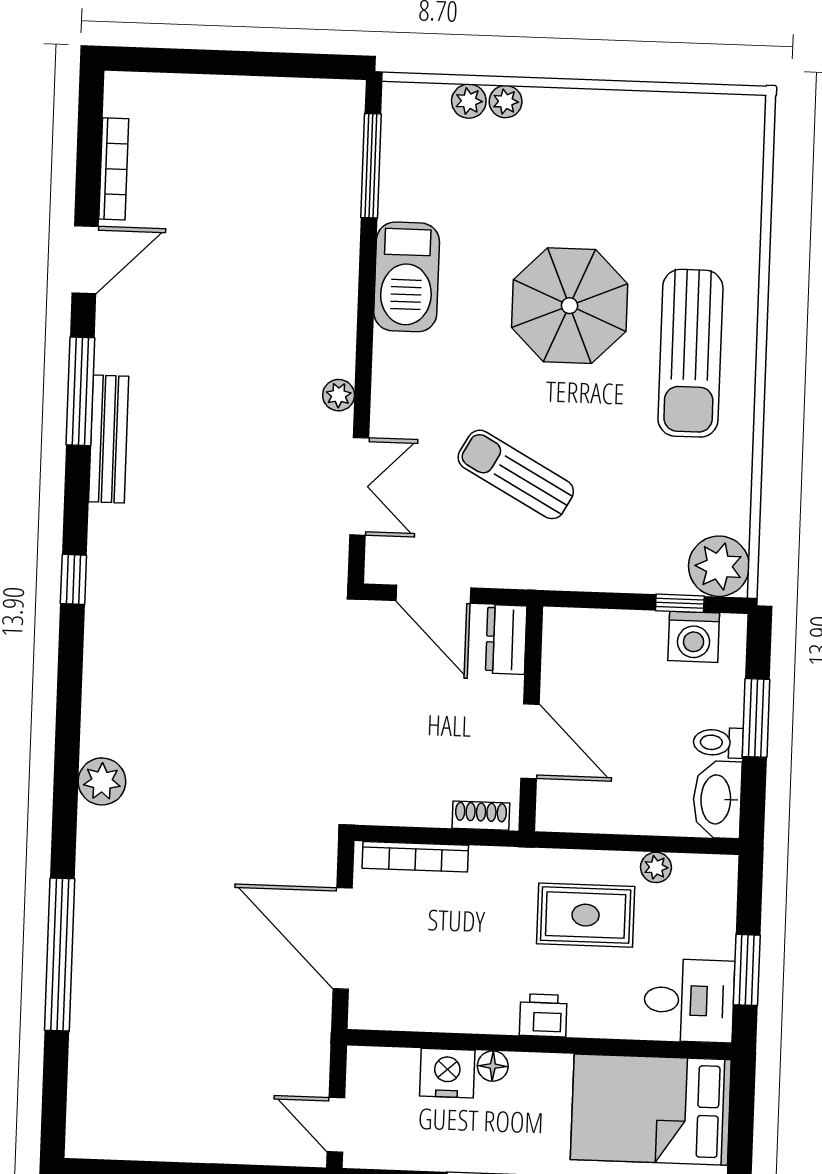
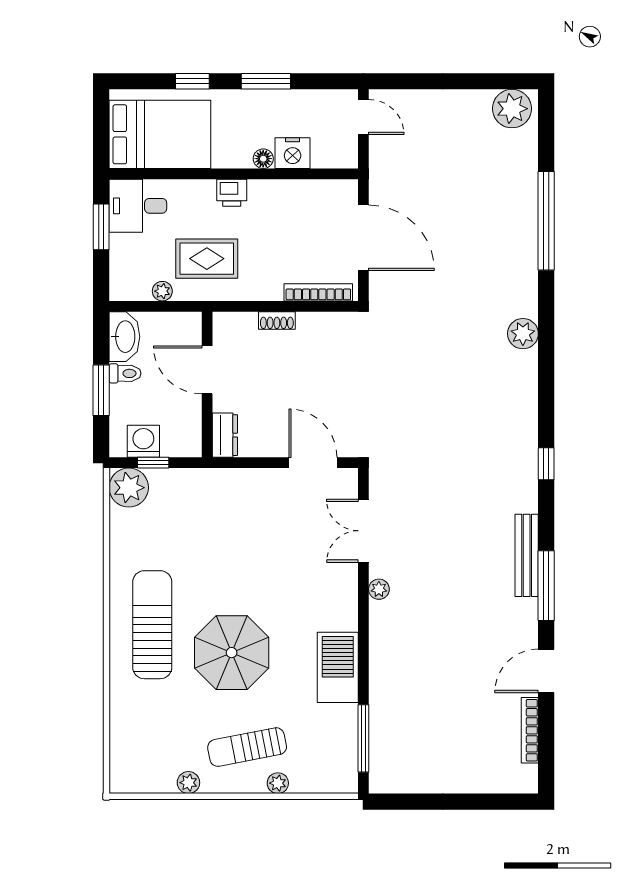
plant: (469, 101) -> (188, 783), moved
sun lounger: (516, 474) -> (247, 747), moved, turned 140
dresser: (506, 640) -> (225, 435), moved
wall: (531, 719) -> (207, 384), moved
door: (530, 741) -> (207, 370), moved
plant: (106, 1129) -> (512, 109), added

